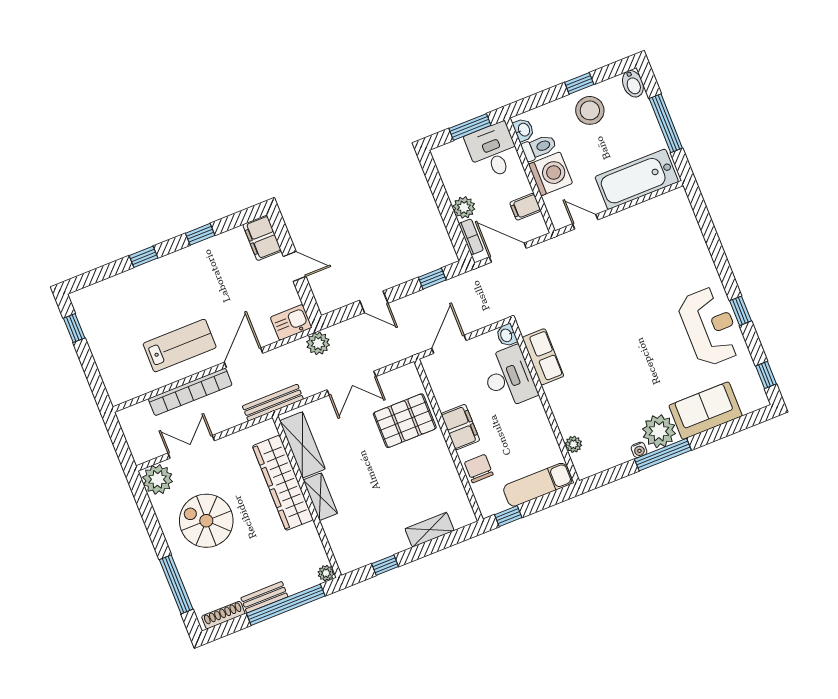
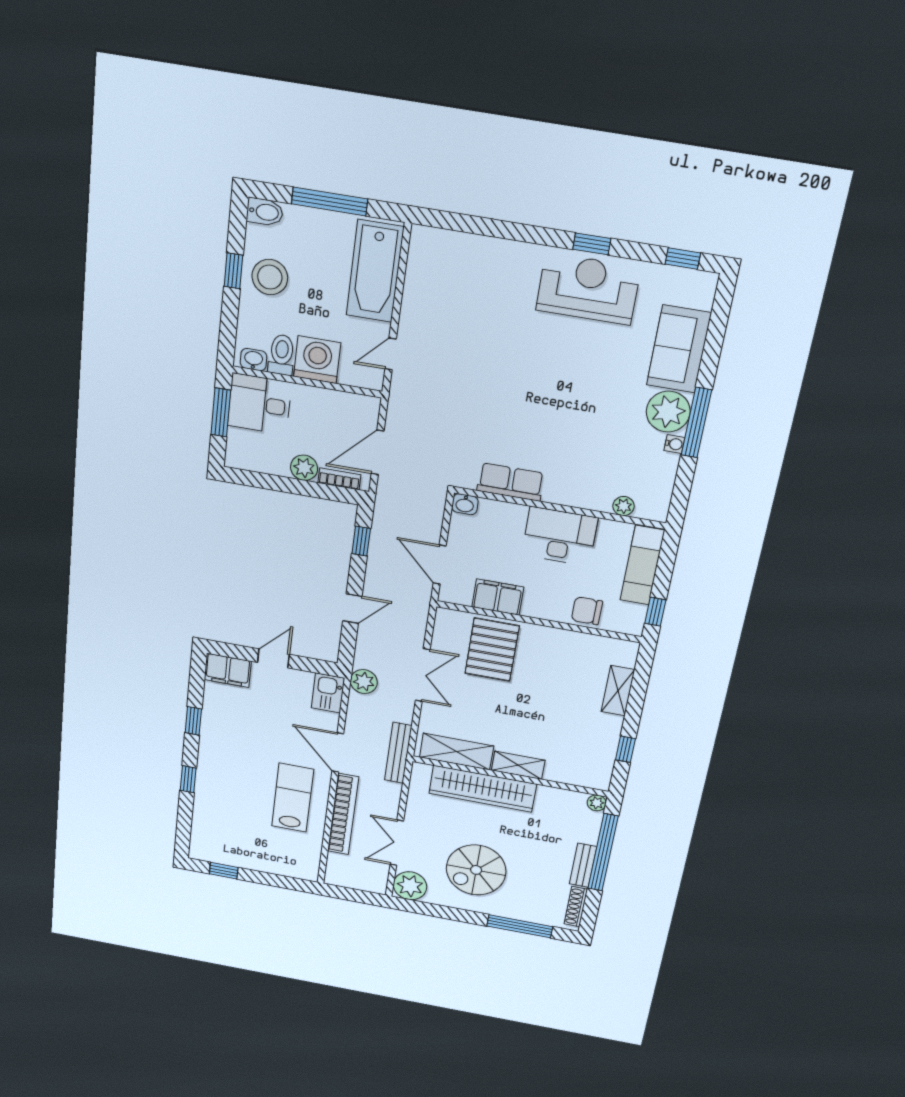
filing cabinet: (525, 207) -> (338, 406), removed
desk: (509, 377) -> (560, 536), moved
filing cabinet: (460, 427) -> (498, 597), moved

